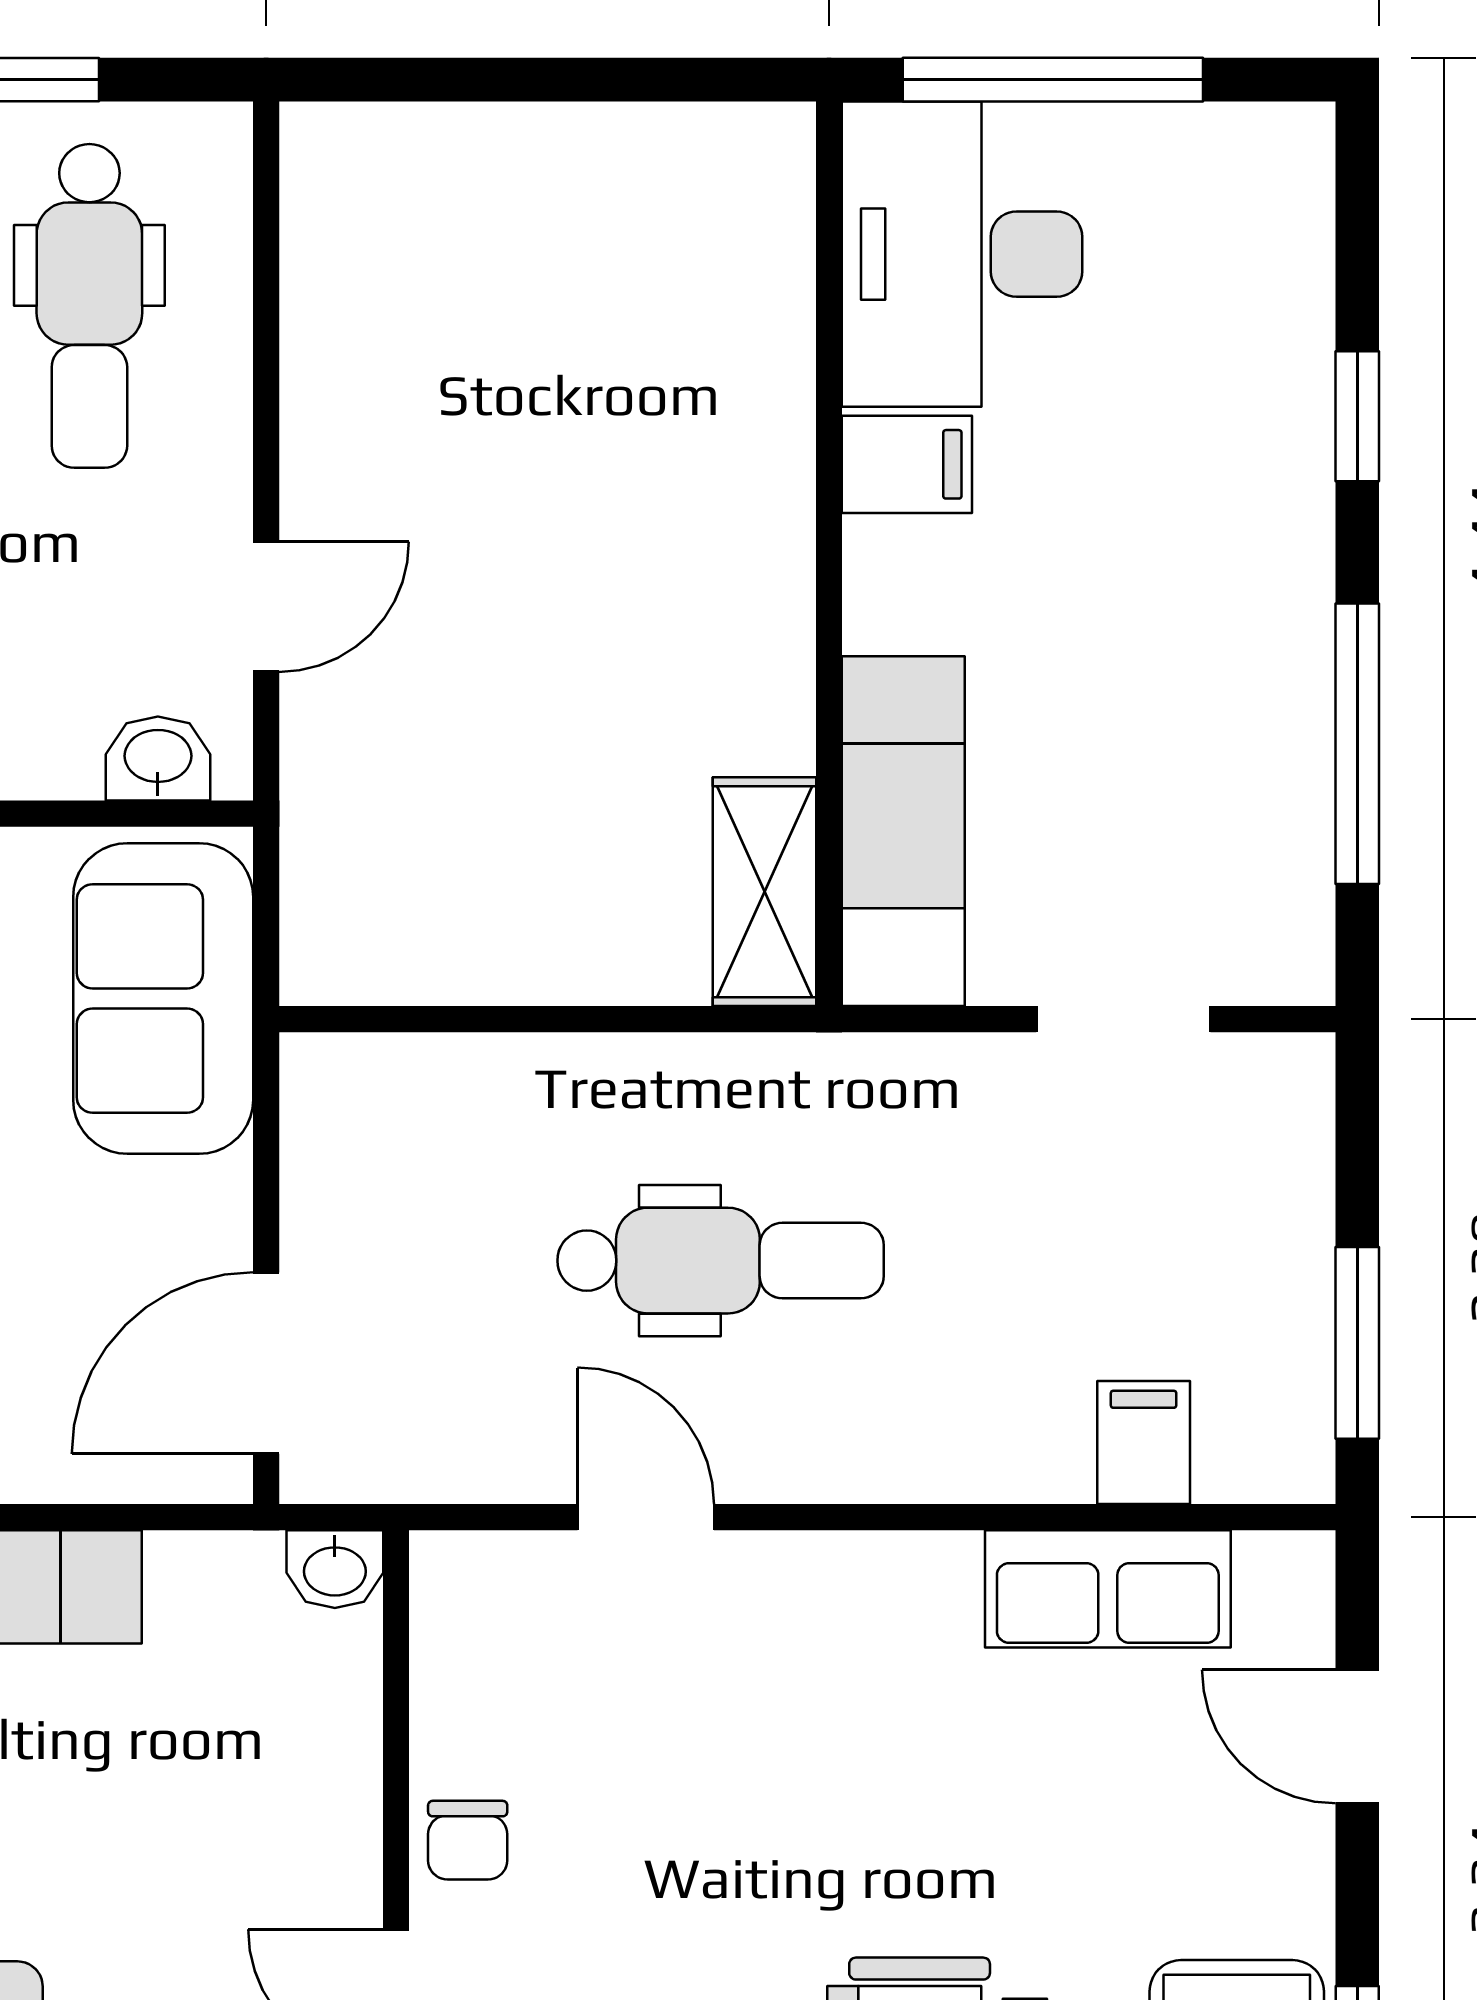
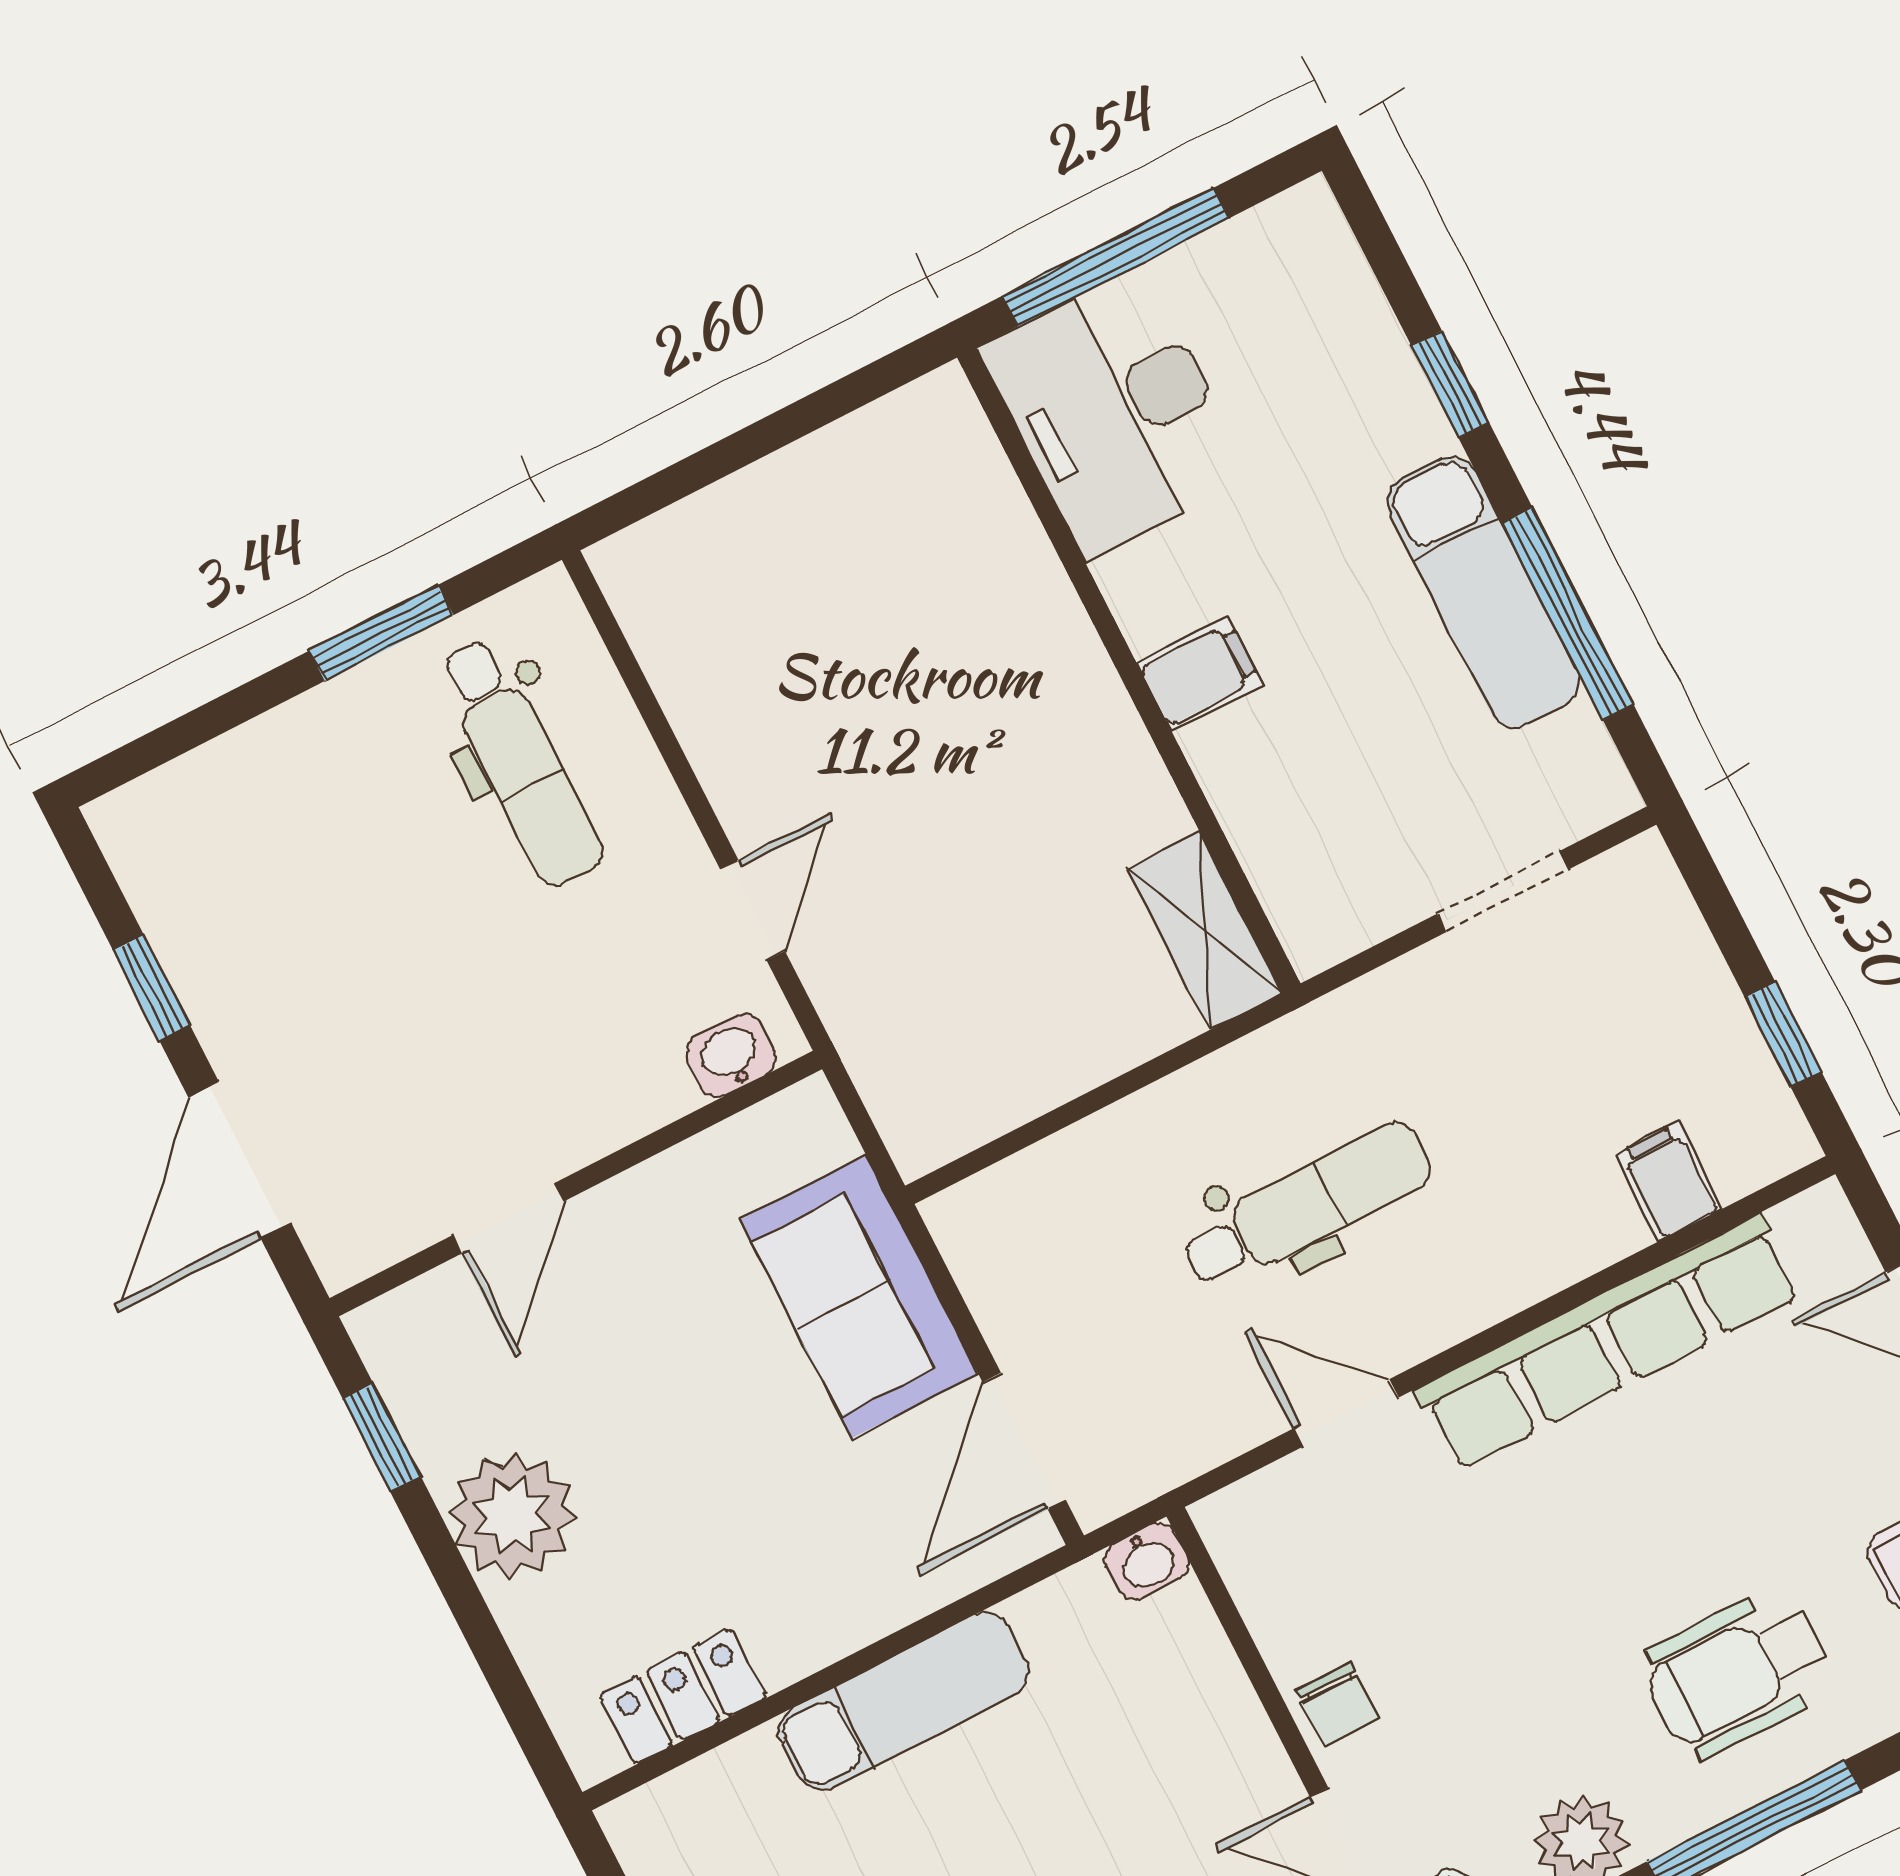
filing cabinet: (907, 464) -> (1200, 674), moved
exam couch: (903, 831) -> (1483, 592), moved, turned 180
sofa: (163, 998) -> (859, 1297), moved
window: (1357, 1343) -> (1783, 1035), width x0.67
row of seats: (1108, 1589) -> (1609, 1342), width x2.02

